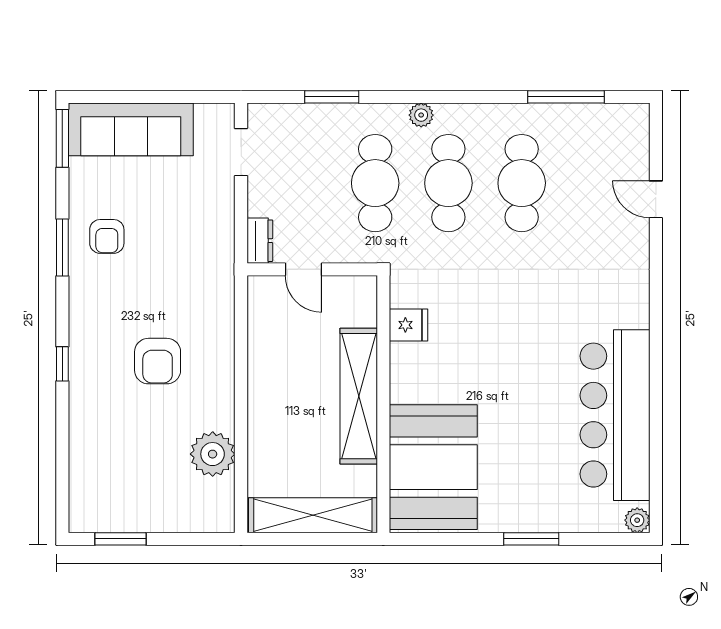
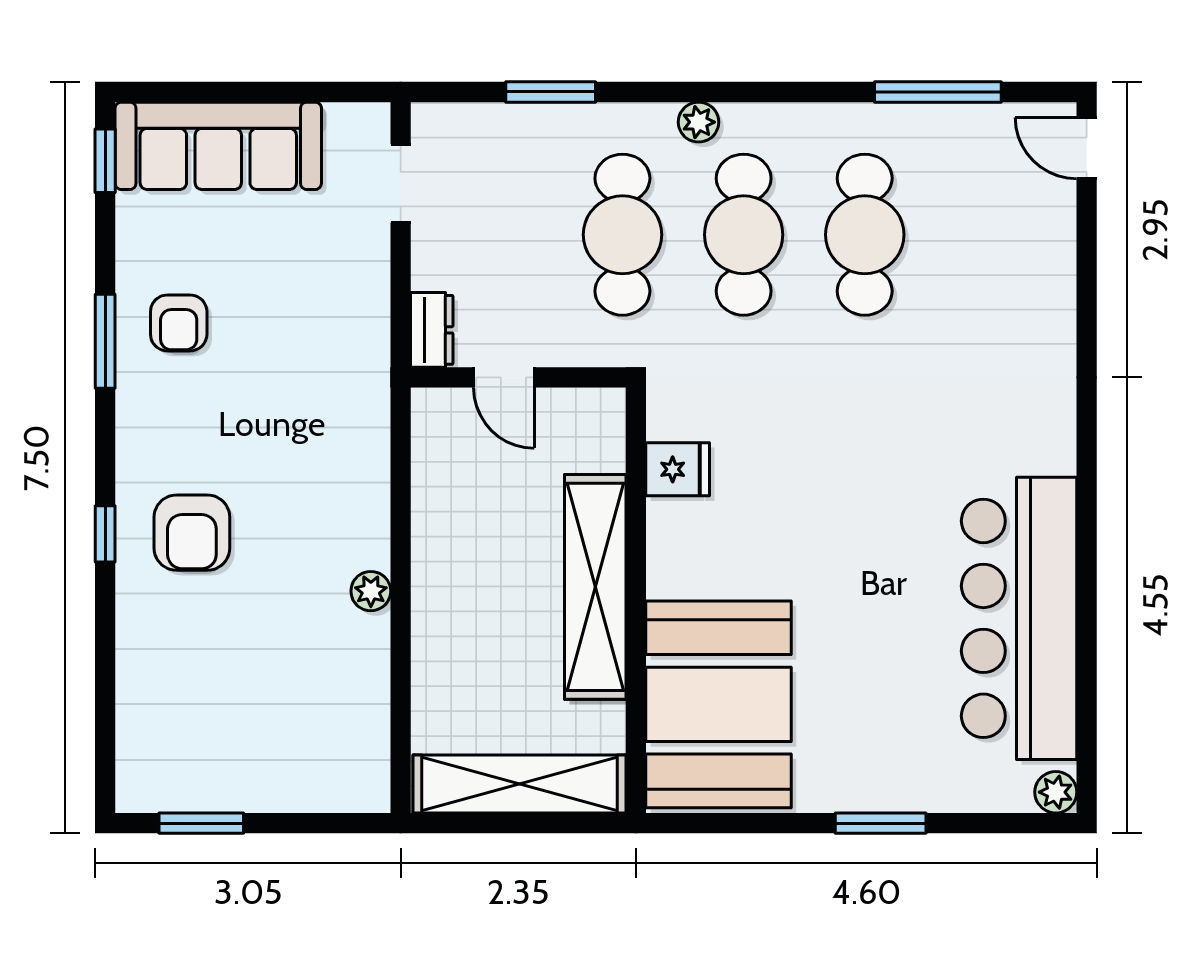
window: (62, 138) -> (105, 161), width x0.67
door: (656, 199) -> (1087, 148), moved
armchair: (158, 361) -> (192, 533), moved
plant: (213, 454) -> (371, 591), moved, width x0.53, depth x0.53

